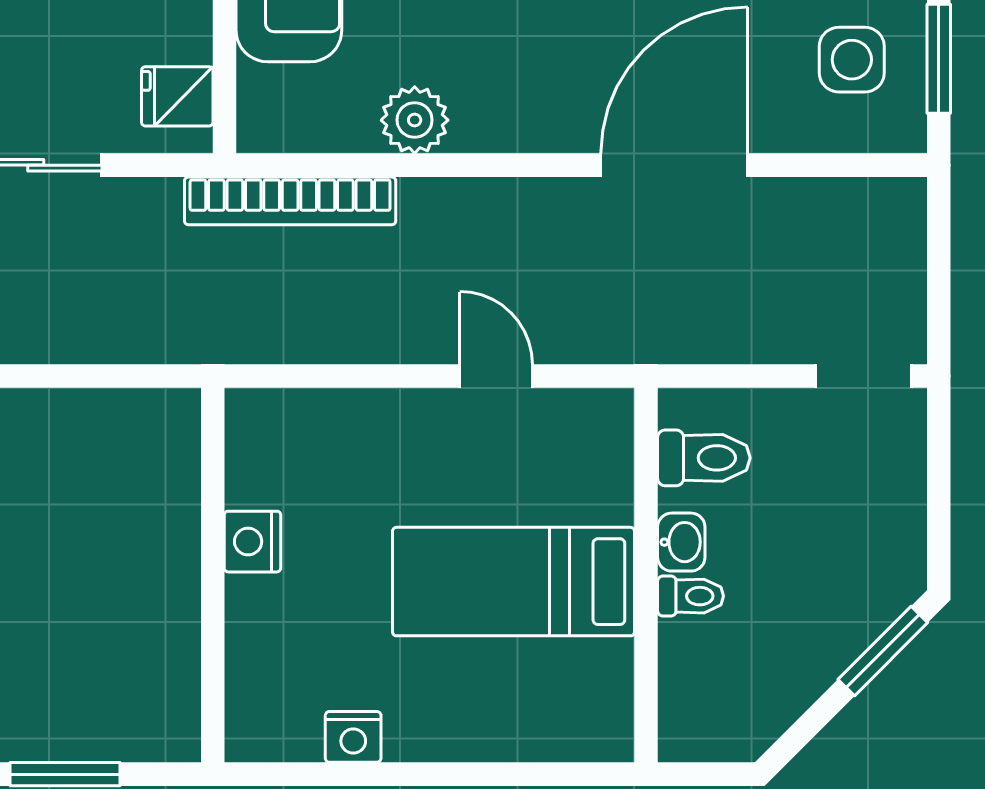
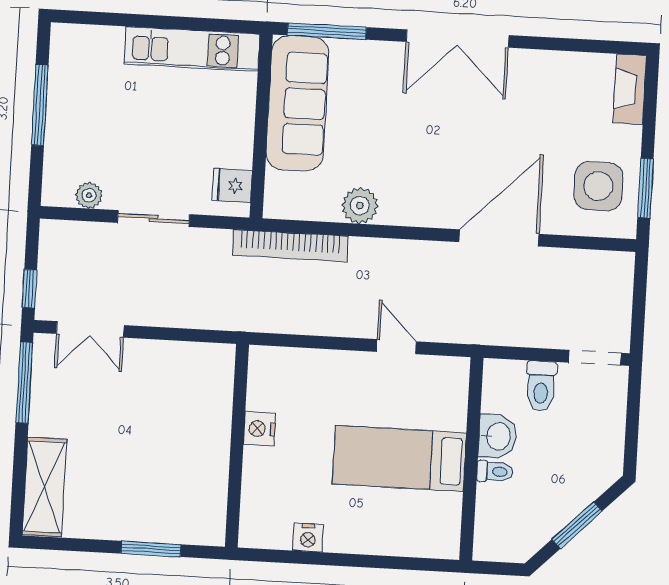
side table: (852, 60) -> (598, 186), width x1.37, depth x1.37
toilet: (704, 458) -> (541, 386), moved, turned 90
washbasin: (681, 542) -> (498, 436), width x1.38, depth x1.45
window: (883, 651) -> (577, 525), moved

